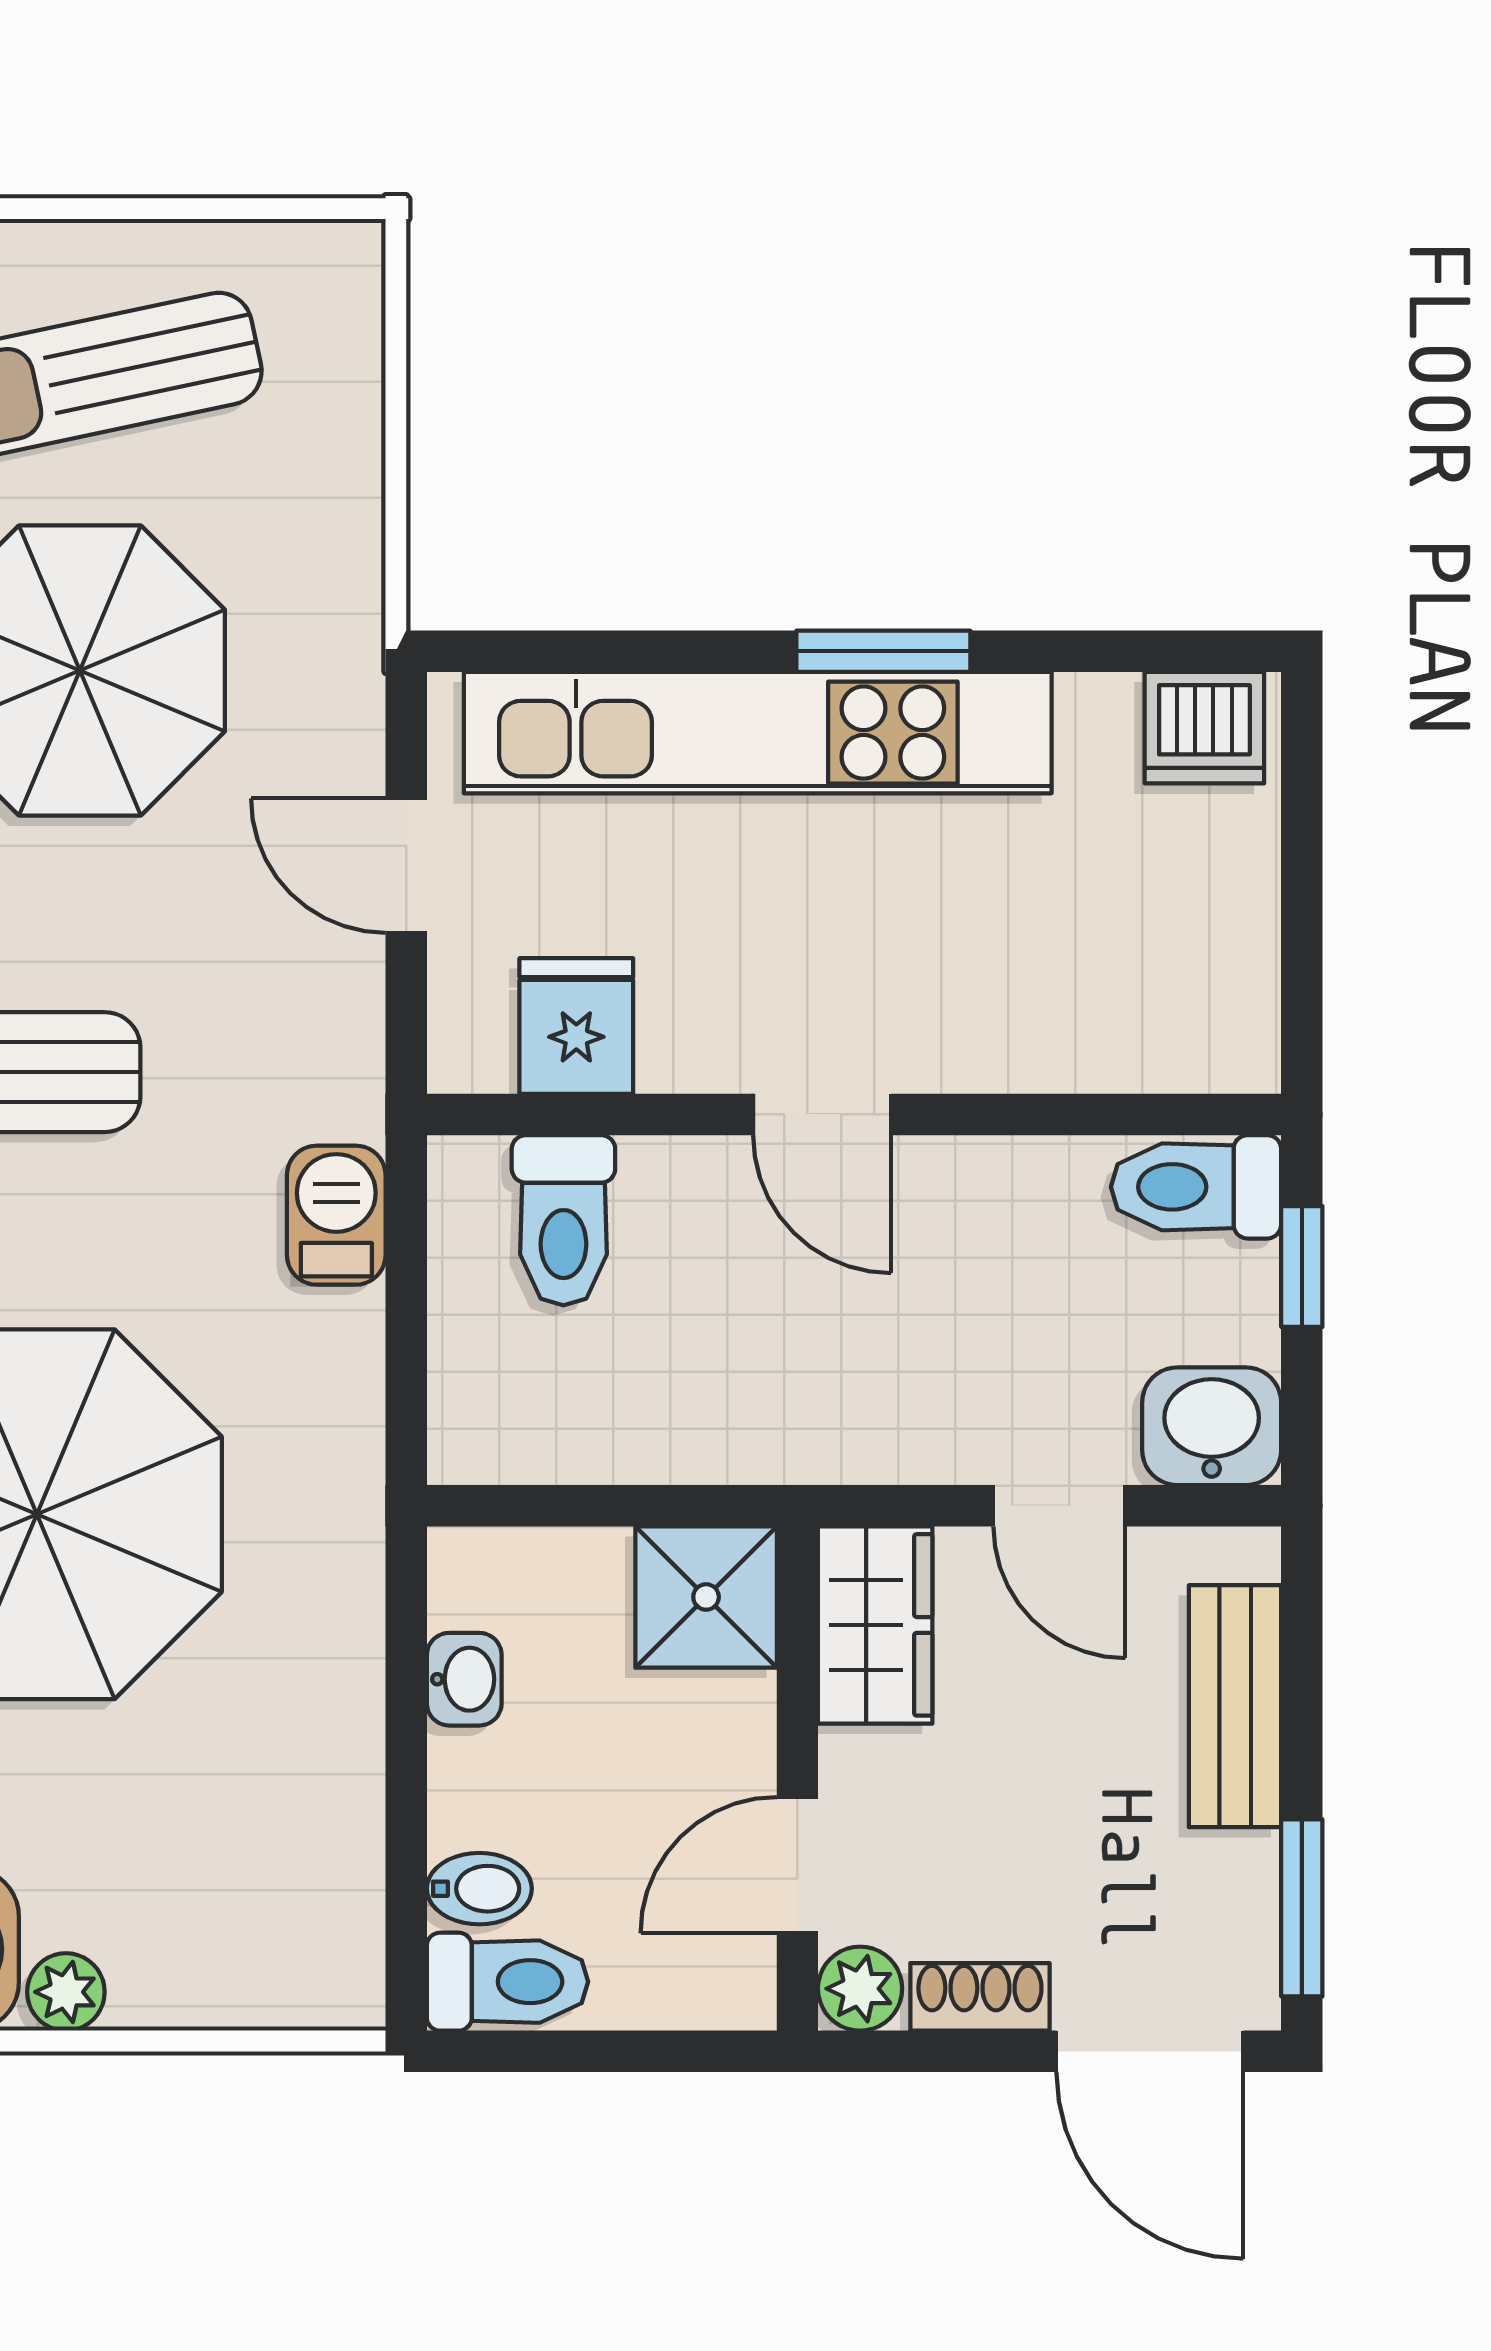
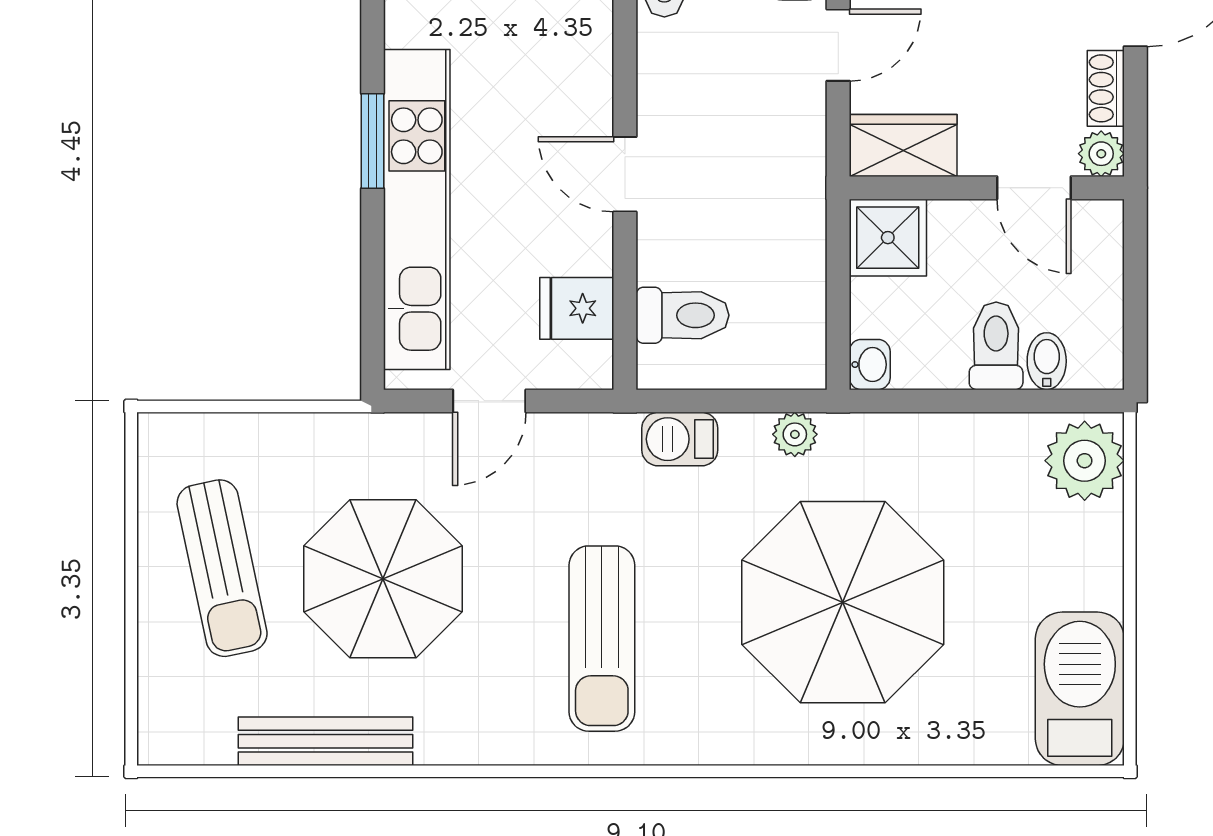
door: (822, 1114) -> (625, 174), swing flipped
plant: (345, 1426) -> (795, 434), added
washbasin: (464, 1679) -> (870, 365), moved, turned 90
toilet: (507, 1982) -> (996, 346), moved
plant: (66, 1992) -> (1085, 461), moved, width x1.87, depth x1.87

